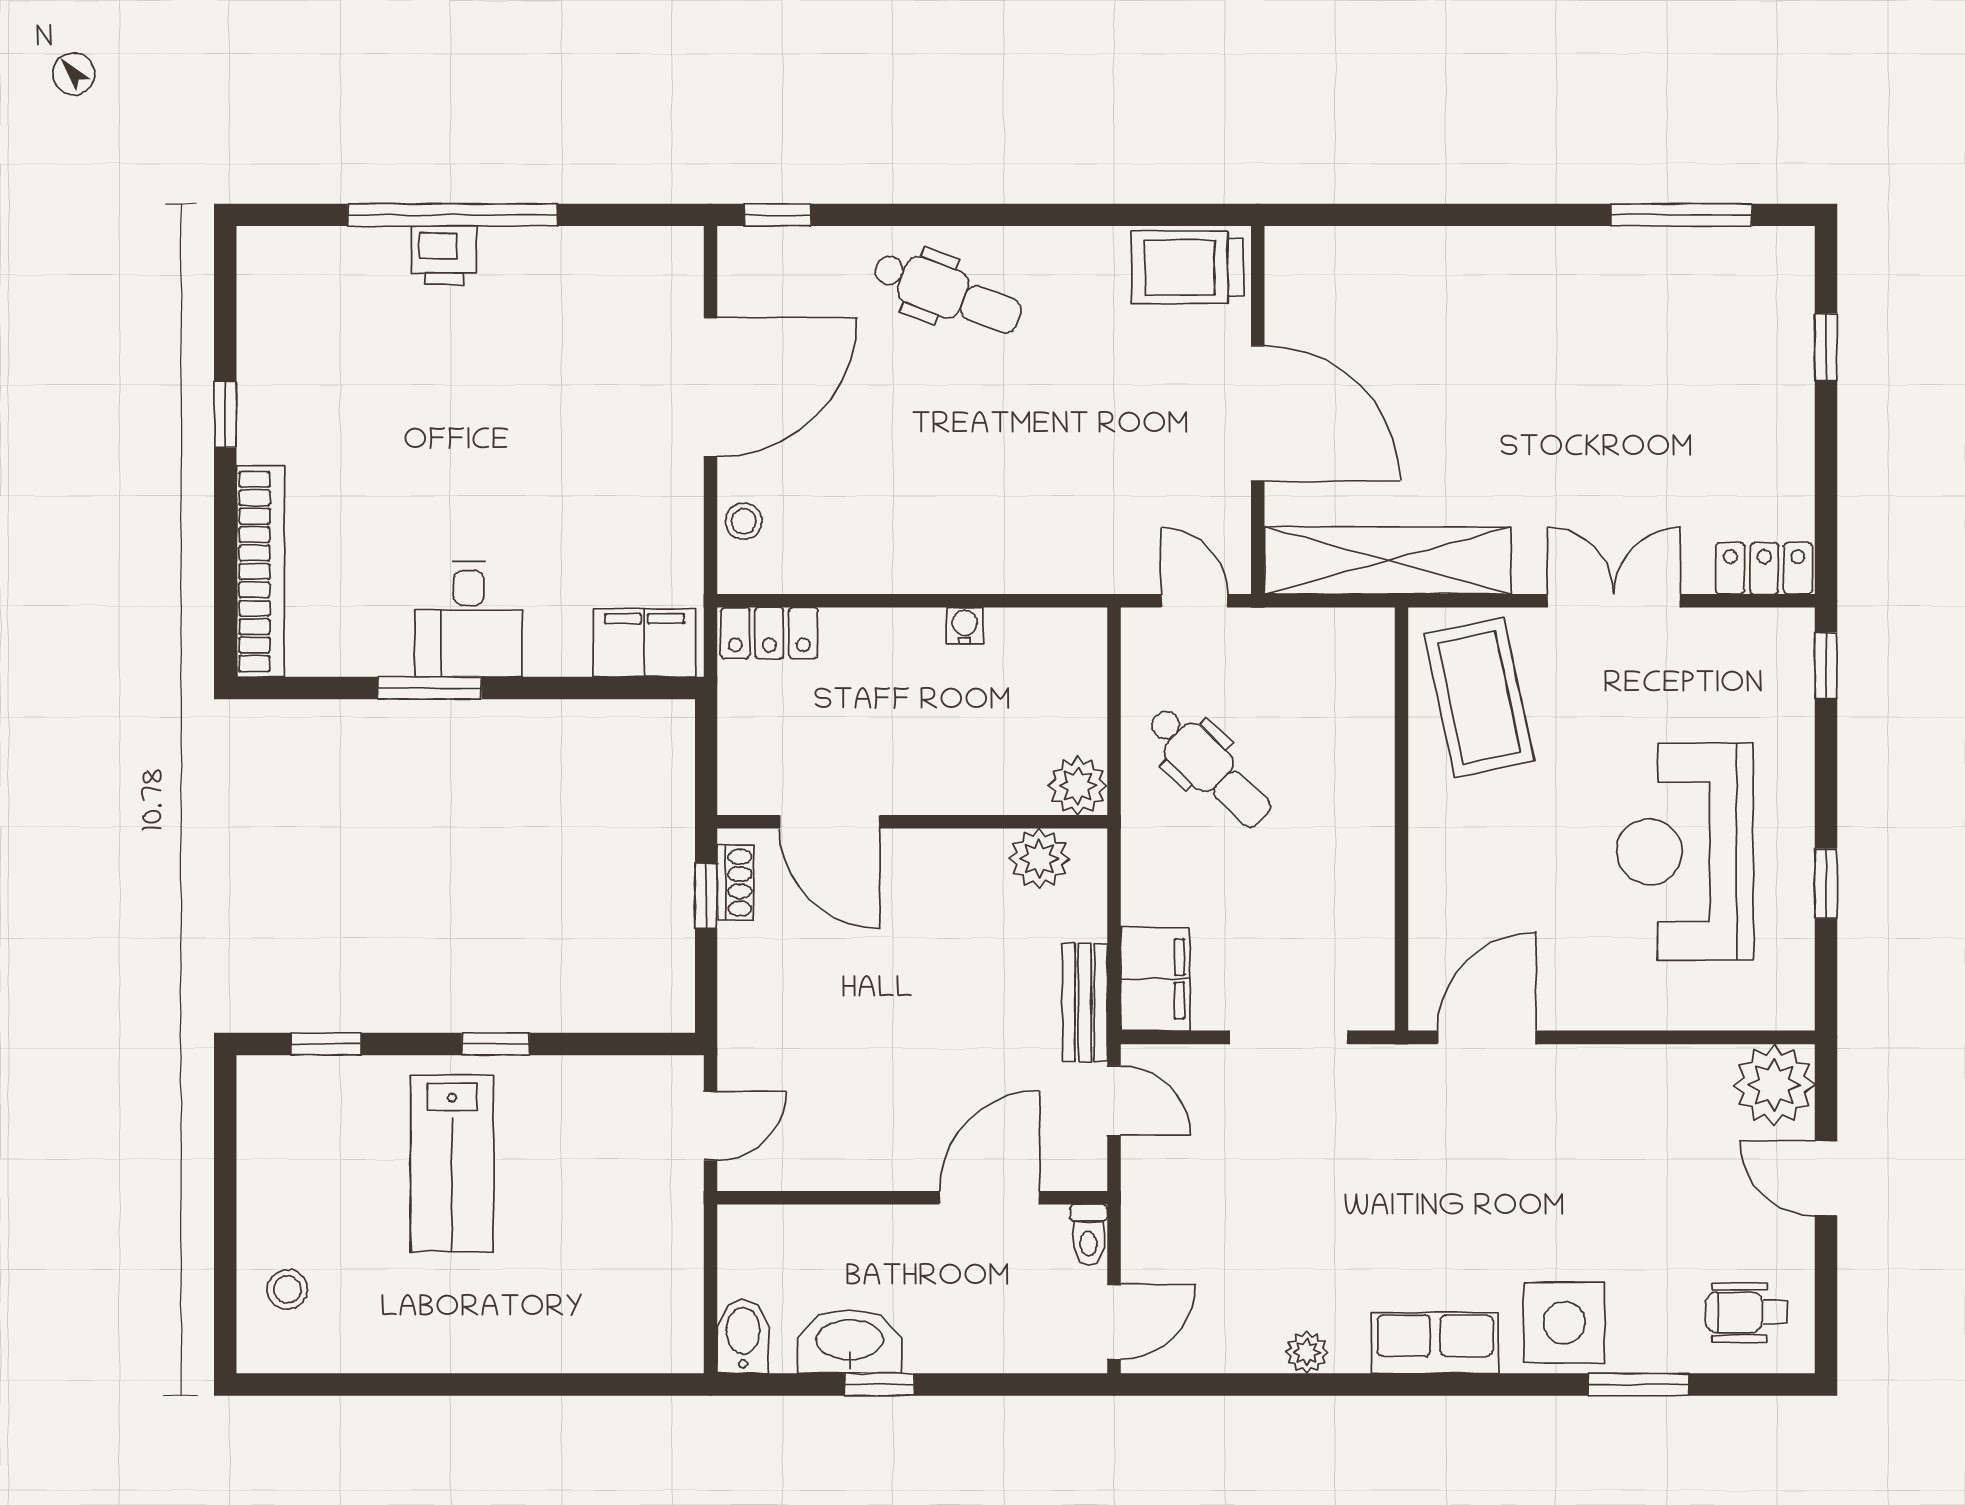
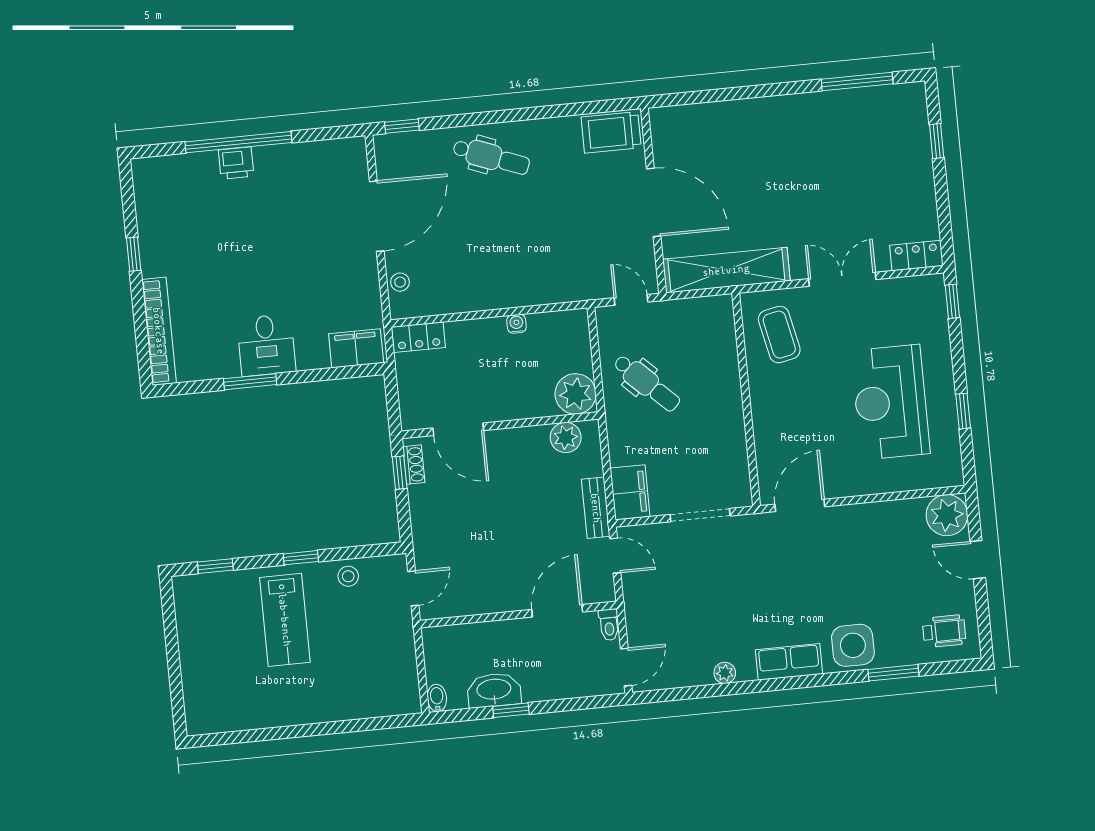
coffee table: (1479, 697) -> (779, 335), width x0.73, depth x0.76
plant: (1078, 786) -> (576, 394), width x1.36, depth x1.36
stool: (287, 1289) -> (348, 576), moved
wheelchair: (1746, 1312) -> (944, 631), turned 180
bidet: (743, 1336) -> (437, 698), width x0.72, depth x0.74

